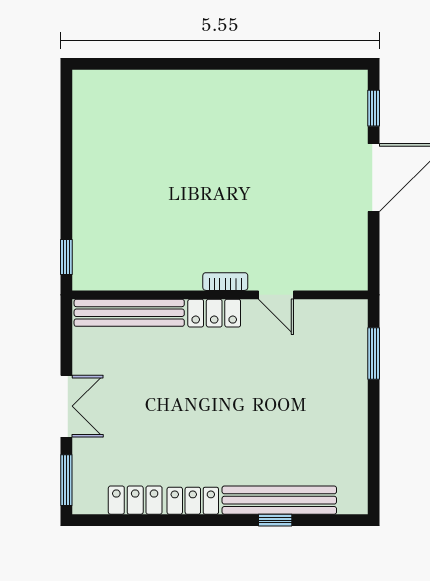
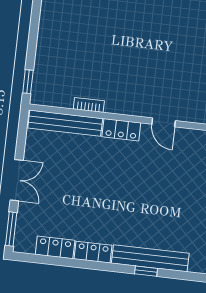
bookcase: (225, 282) -> (89, 105), moved

